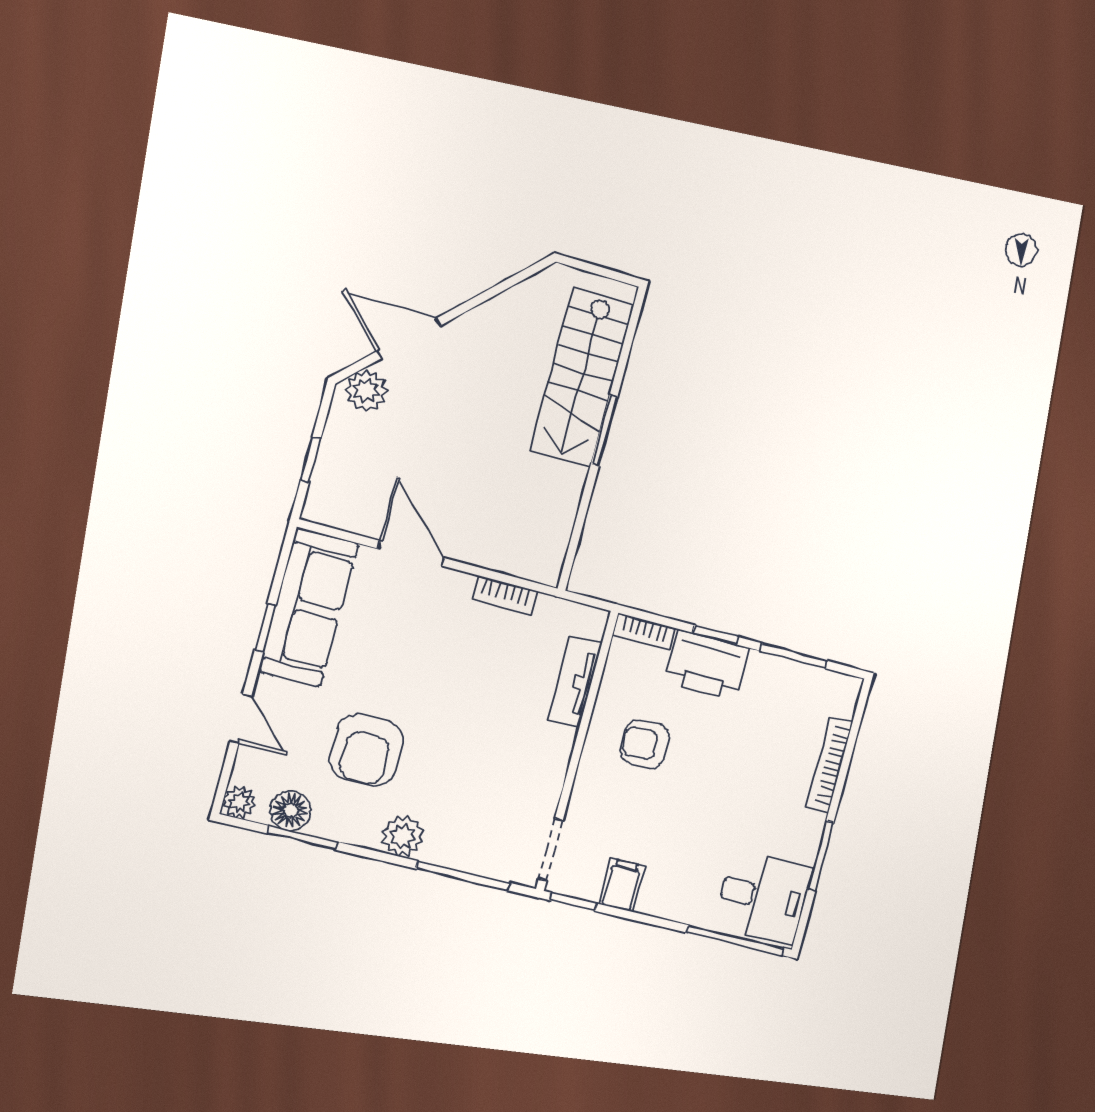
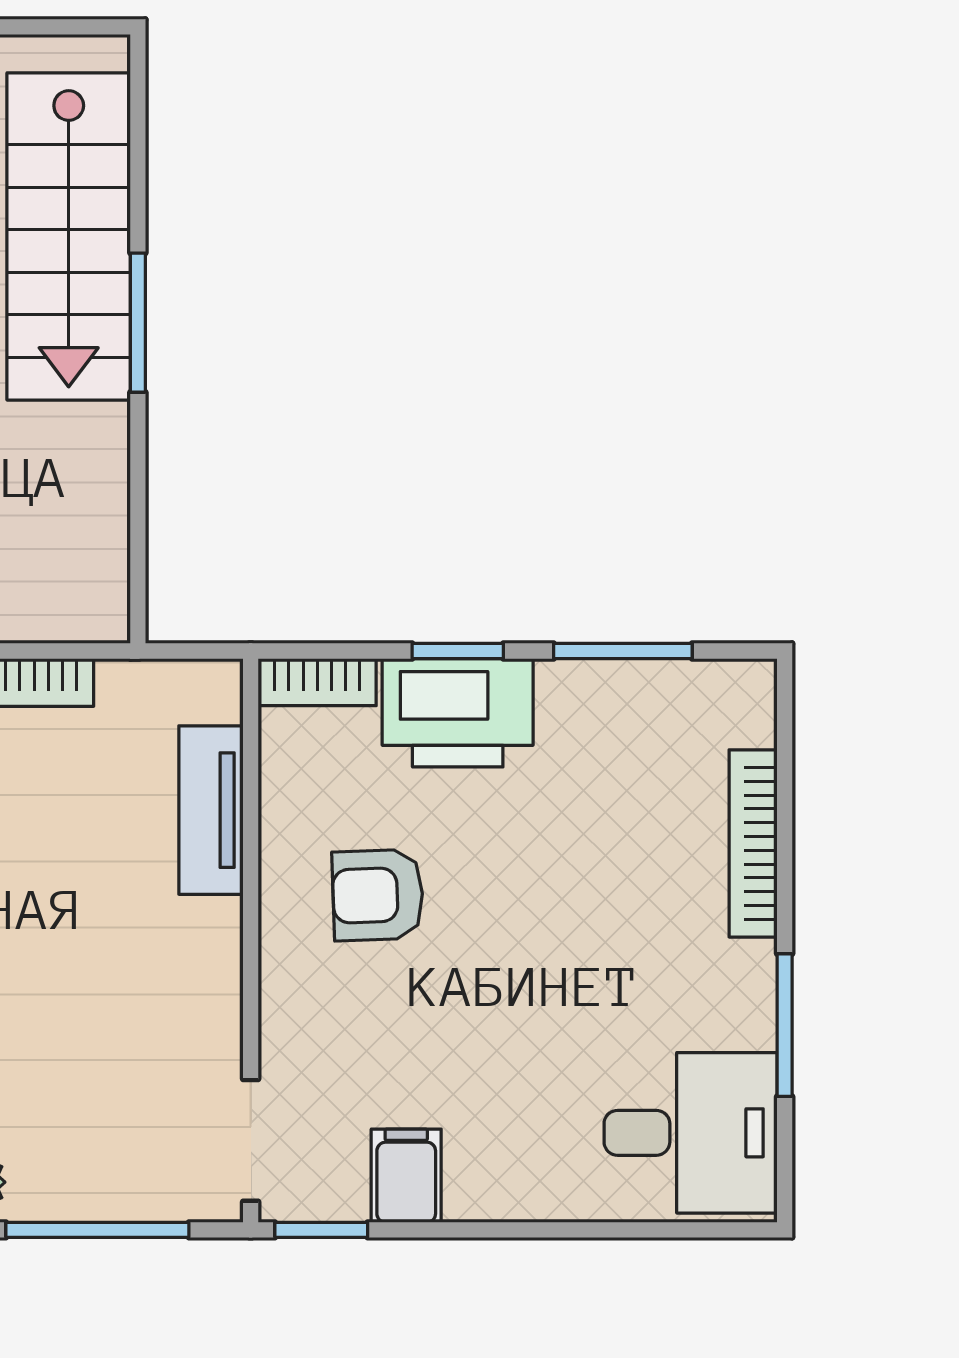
window: (735, 940) -> (659, 1230), removed

